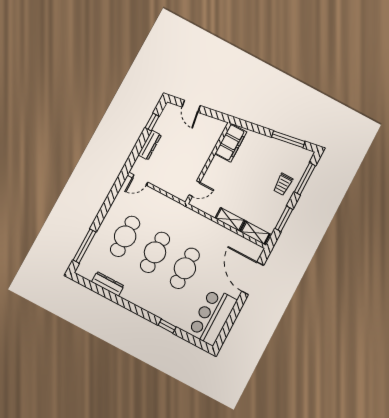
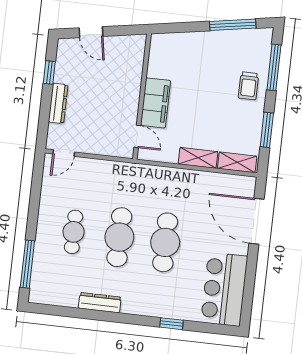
filing cabinet: (231, 143) -> (156, 103), moved
door: (195, 189) -> (137, 136), hinge flipped
cafe table: (125, 236) -> (74, 232), width x0.73, depth x0.74
dresser: (108, 284) -> (100, 303), moved

